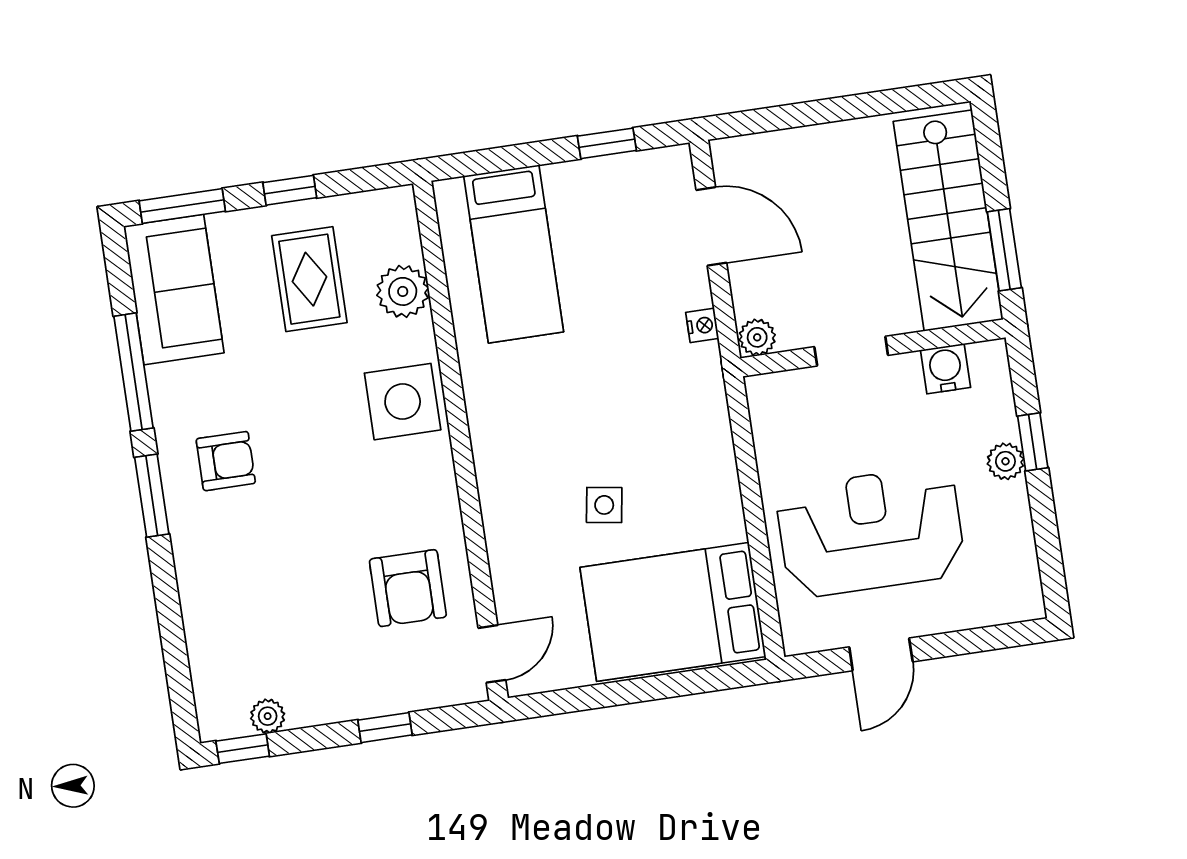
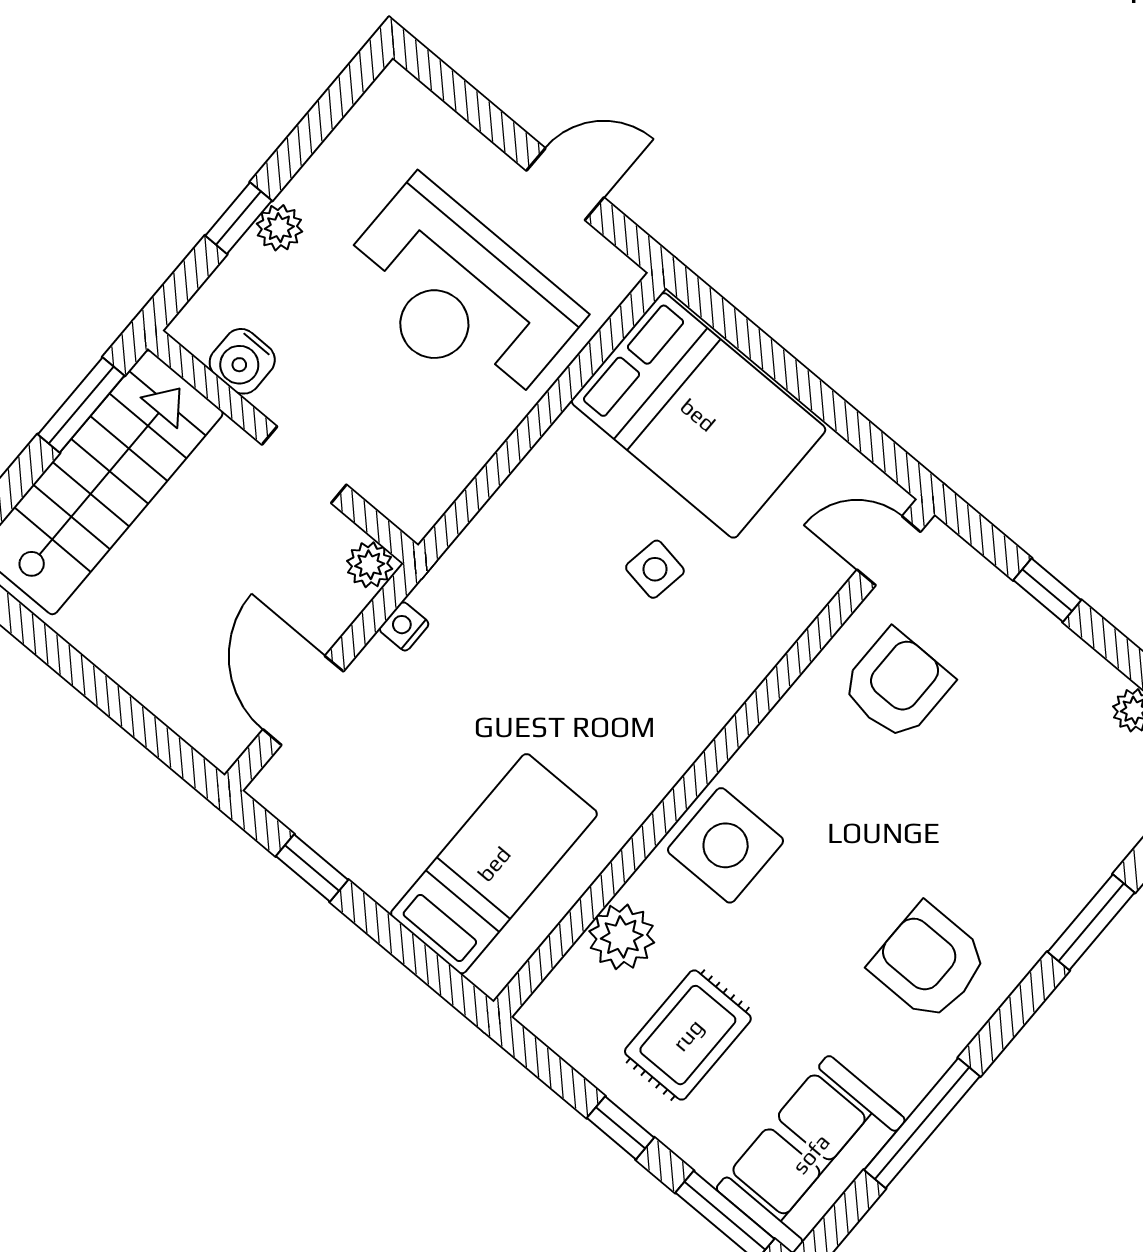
armchair: (226, 461) -> (929, 962), width x1.38, depth x1.38
window: (152, 496) -> (1091, 922), moved

